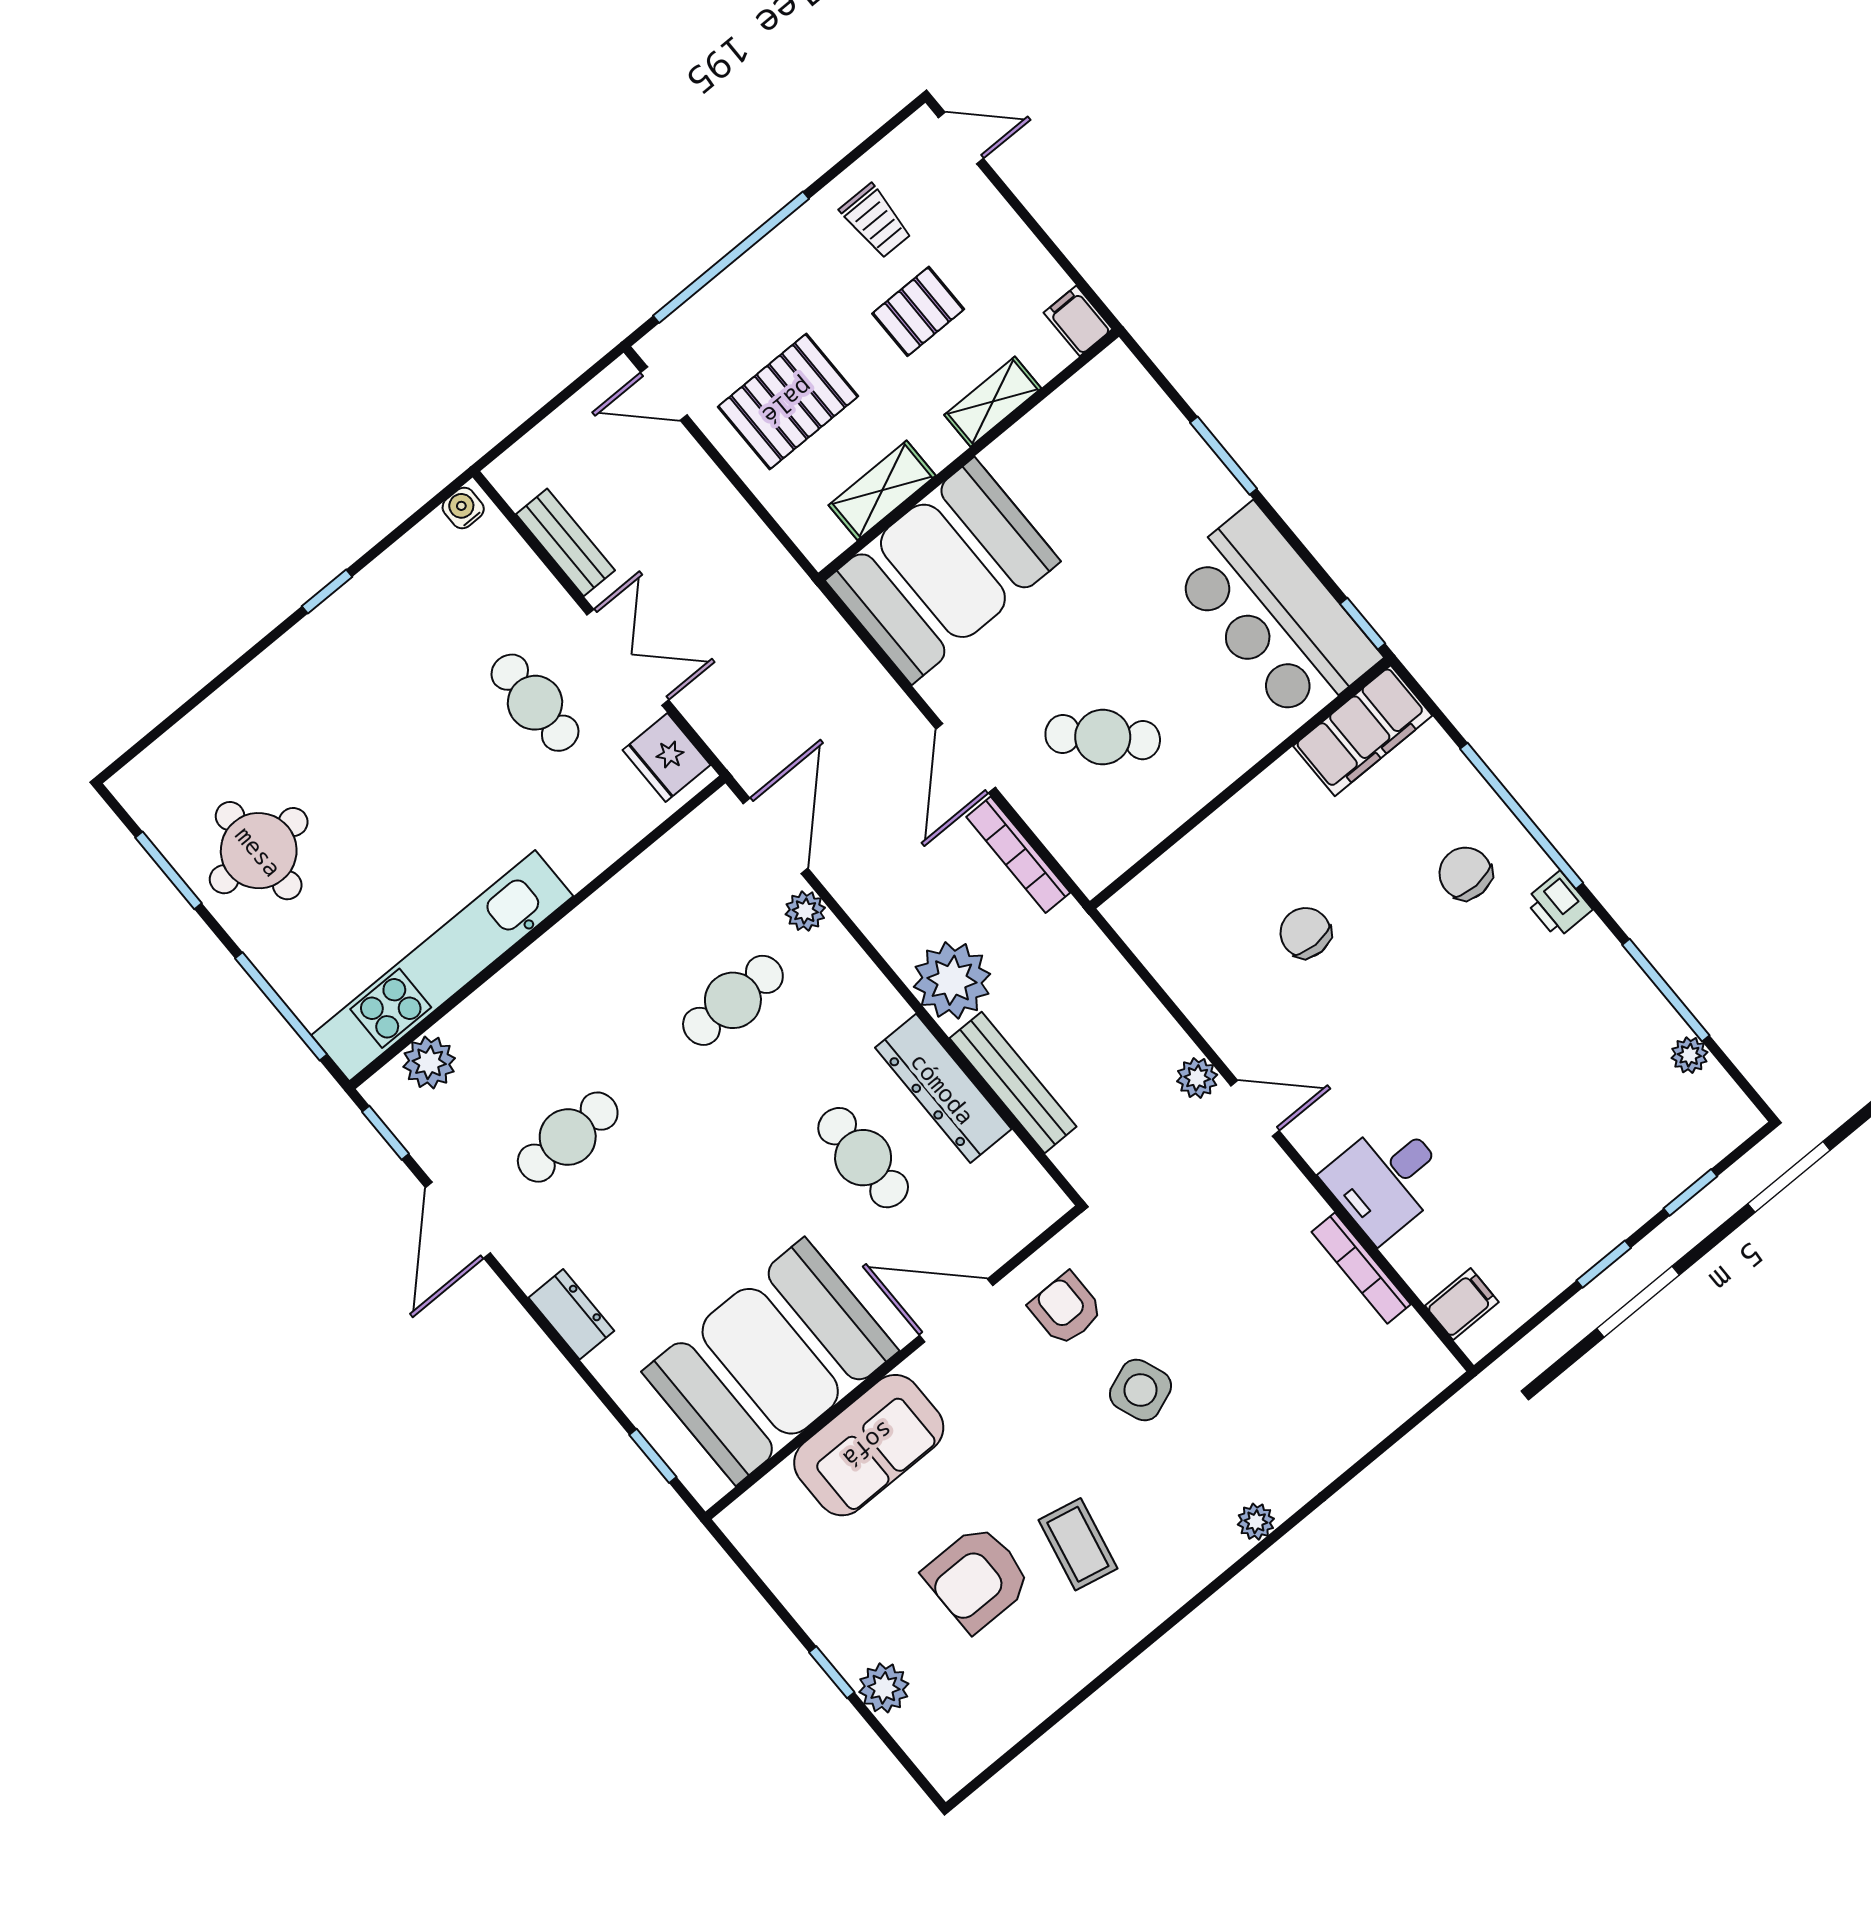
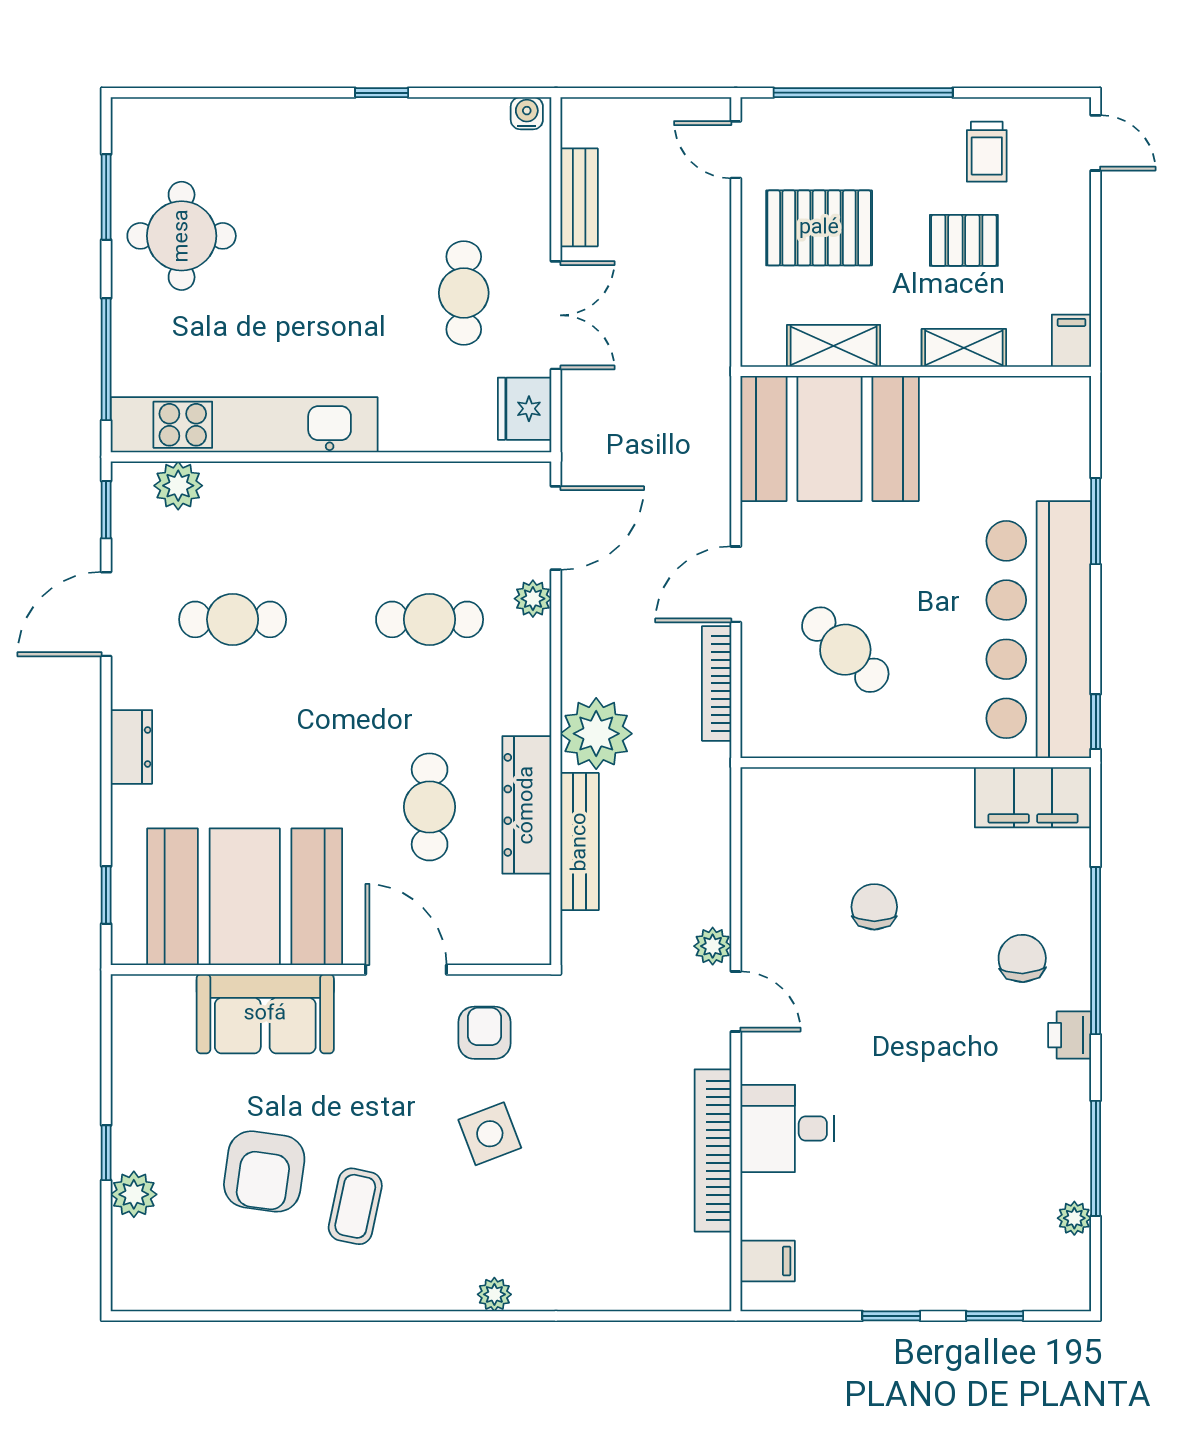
bar counter: (1275, 615) -> (1039, 630), width x1.36
bookcase: (1361, 1268) -> (713, 1150), width x1.48, depth x1.31
armchair: (977, 1578) -> (264, 1171), turned -82

